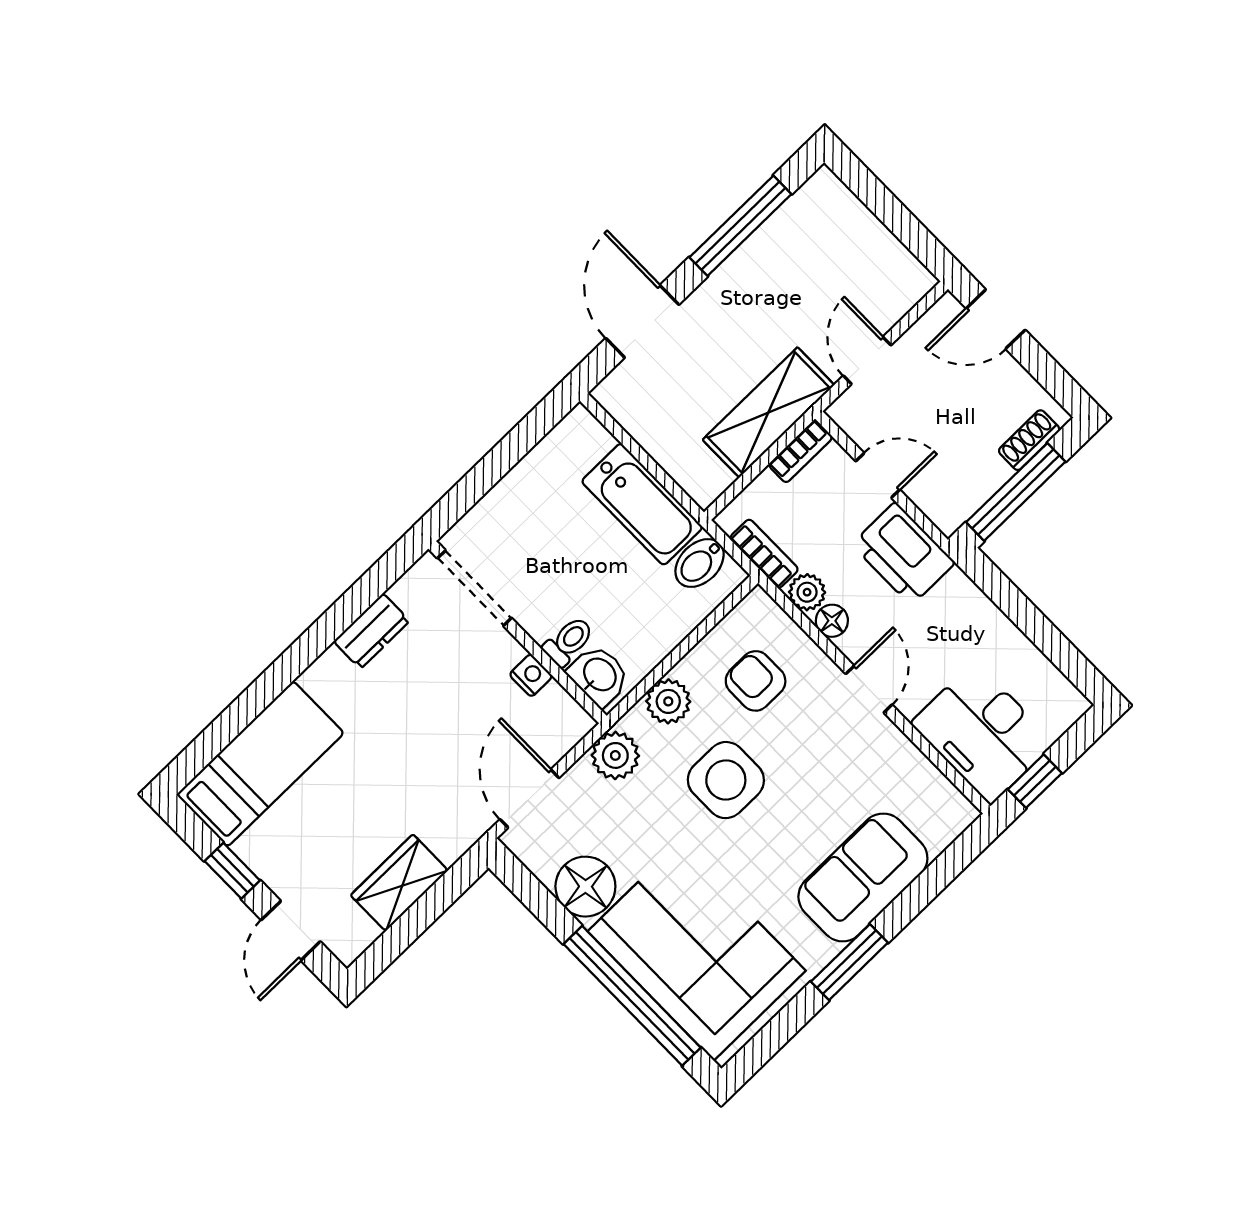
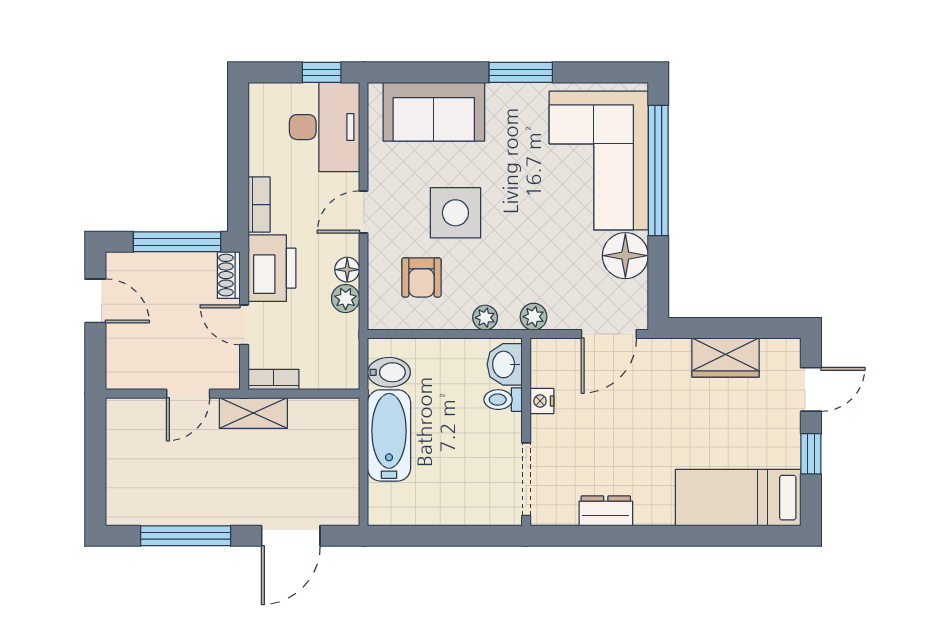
door: (996, 319) -> (95, 301), moved
shelving: (768, 412) -> (253, 413), width x0.67, depth x0.75
shoe rack: (1029, 440) -> (229, 275), moved, turned 90
bookcase: (764, 554) -> (259, 205), moved, turned 180
plant: (668, 701) -> (485, 318), width x0.73, depth x0.73
plant: (615, 755) -> (534, 317), width x0.73, depth x0.73
side table: (726, 780) -> (455, 213), moved
sofa: (863, 877) -> (434, 112), moved

